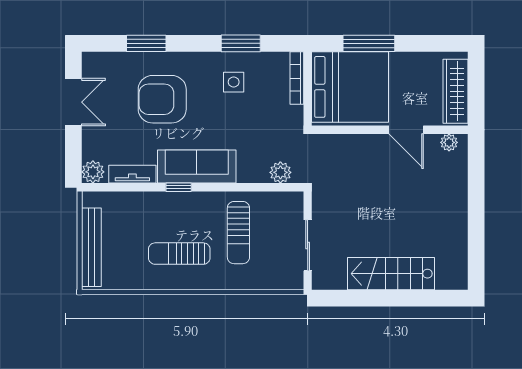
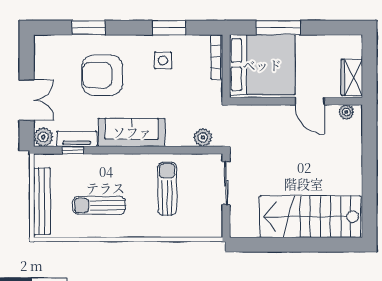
wardrobe: (455, 91) -> (352, 77), width x0.67
double door: (73, 102) -> (27, 100), moved
window: (179, 187) -> (73, 150), moved
sun lounger: (238, 233) -> (167, 189), turned 180
sliding door: (308, 245) -> (226, 183), moved
sun lounger: (179, 254) -> (99, 205), moved
stairs: (391, 274) -> (310, 217), width x1.36, depth x1.51

